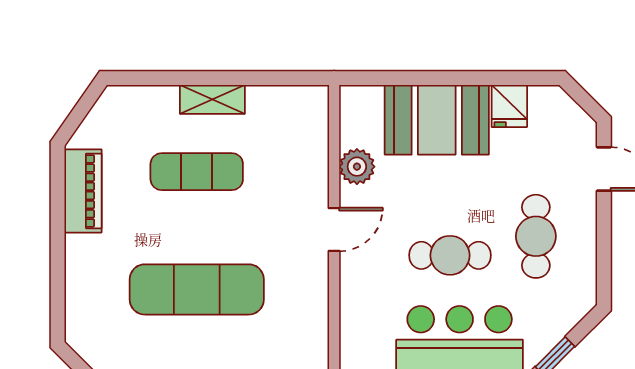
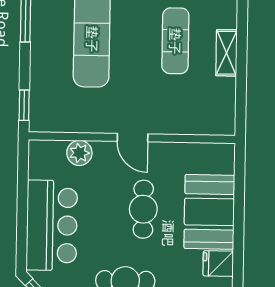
plant: (357, 167) -> (79, 153), moved
cafe table: (450, 255) -> (143, 209), moved

